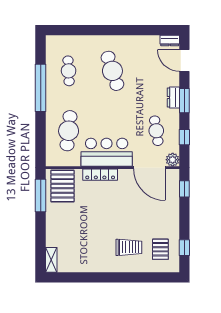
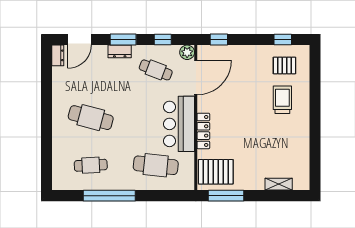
cafe table: (112, 71) -> (91, 118), turned 33
cafe table: (156, 131) -> (156, 70), turned 30
shelving: (51, 260) -> (279, 184), moved

